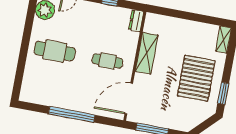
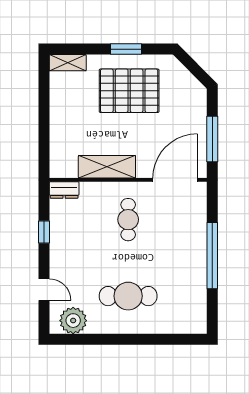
cafe table: (55, 51) -> (128, 296), turned 90
window: (223, 93) -> (126, 49), moved
door: (129, 99) -> (175, 180), swing flipped

